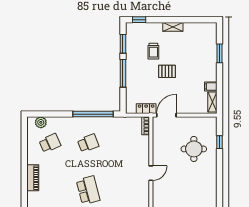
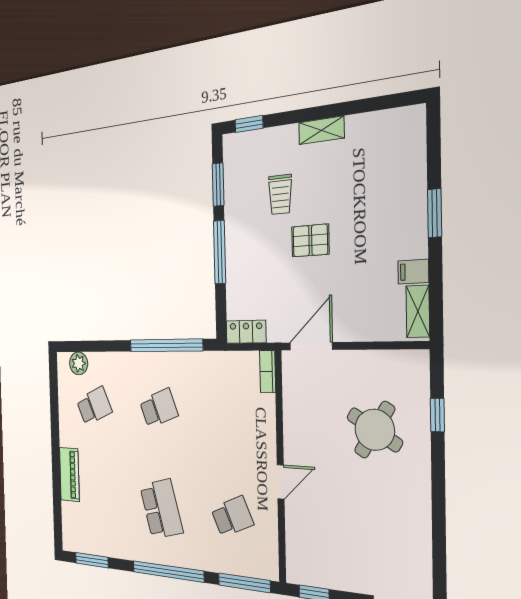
window: (220, 53) -> (435, 213), moved
locker: (146, 109) -> (246, 332), moved
round table: (194, 149) -> (375, 430), turned 32
school desk: (126, 190) -> (232, 516), added

